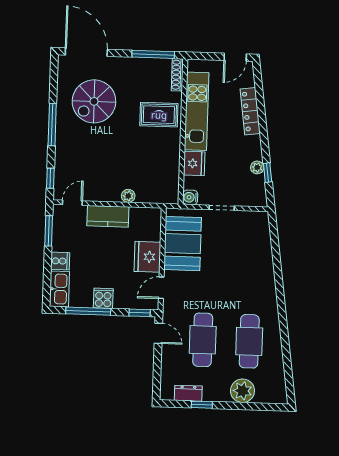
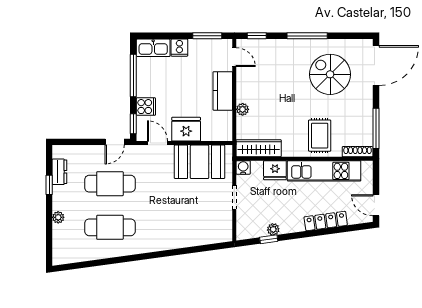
wardrobe: (170, 180) -> (259, 148), added
cooker: (103, 298) -> (146, 107), moved
plant: (243, 391) -> (58, 217), width x0.53, depth x0.53

